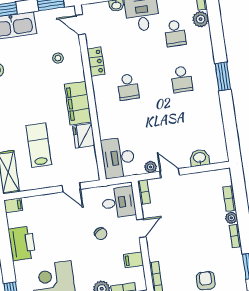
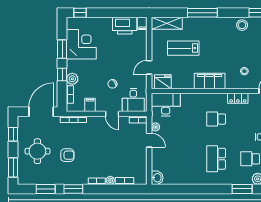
window: (223, 76) -> (242, 189), moved
school desk: (182, 79) -> (216, 159), width x1.85
fridge: (84, 136) -> (163, 82), moved
lab bench: (39, 145) -> (183, 48), turned 180
washbasin: (200, 158) -> (157, 178), moved
door: (170, 173) -> (149, 140), hinge flipped
printer: (22, 243) -> (125, 26), moved

